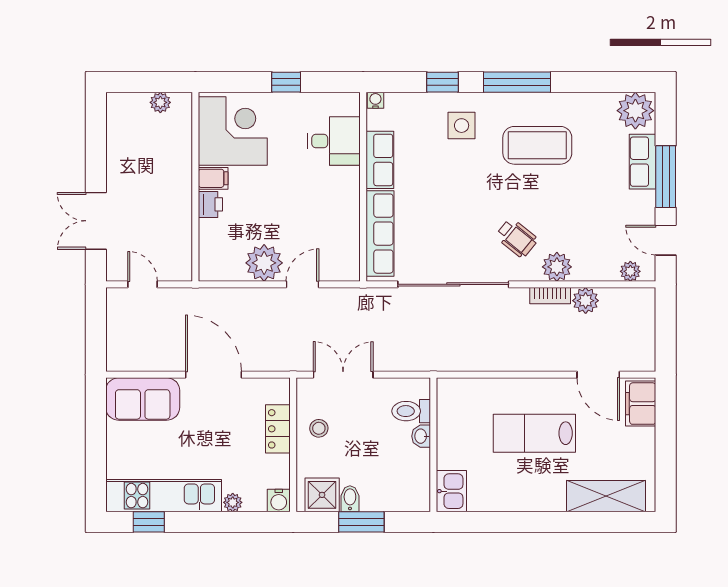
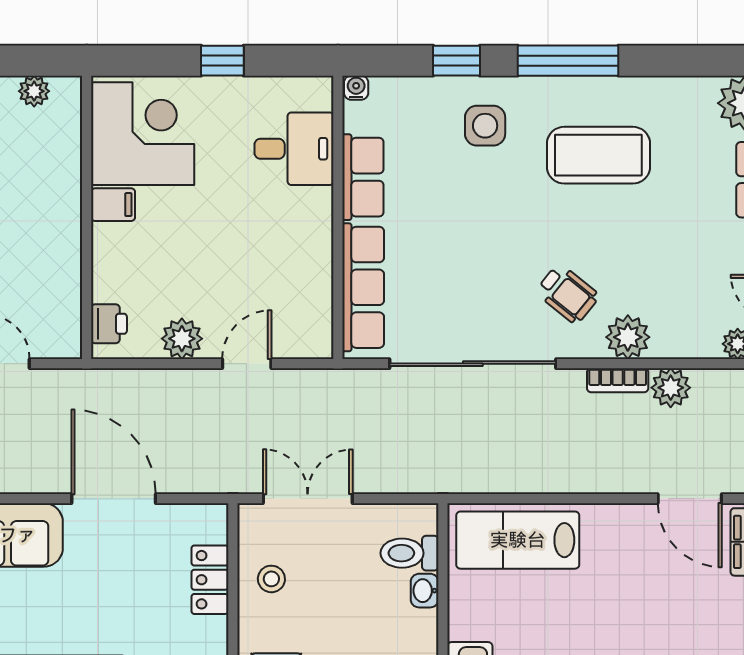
printer: (210, 204) -> (109, 324), moved
plant: (264, 263) -> (182, 339), width x0.73, depth x0.73
lab bench: (534, 433) -> (518, 540), moved

